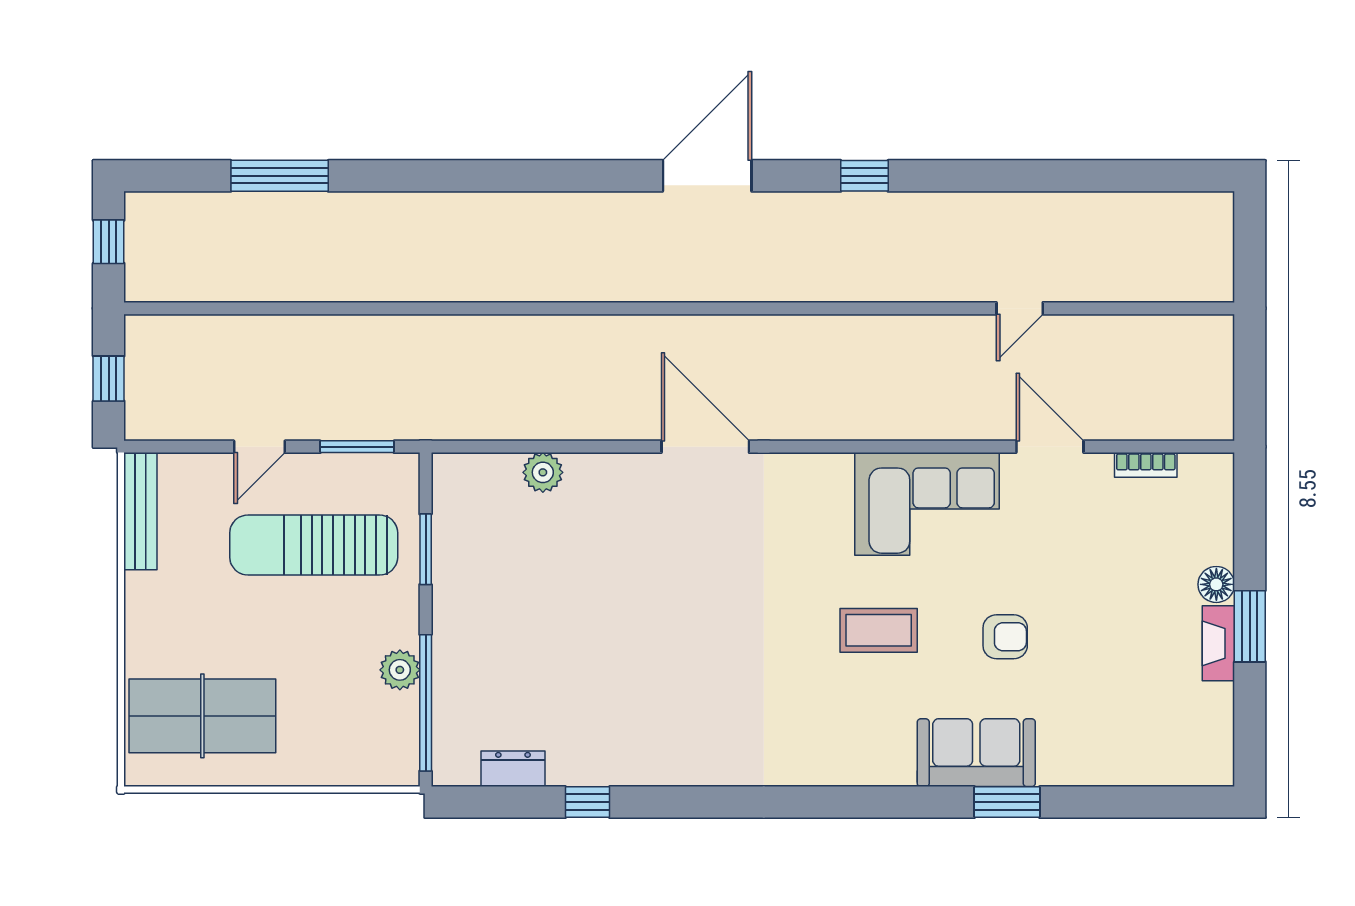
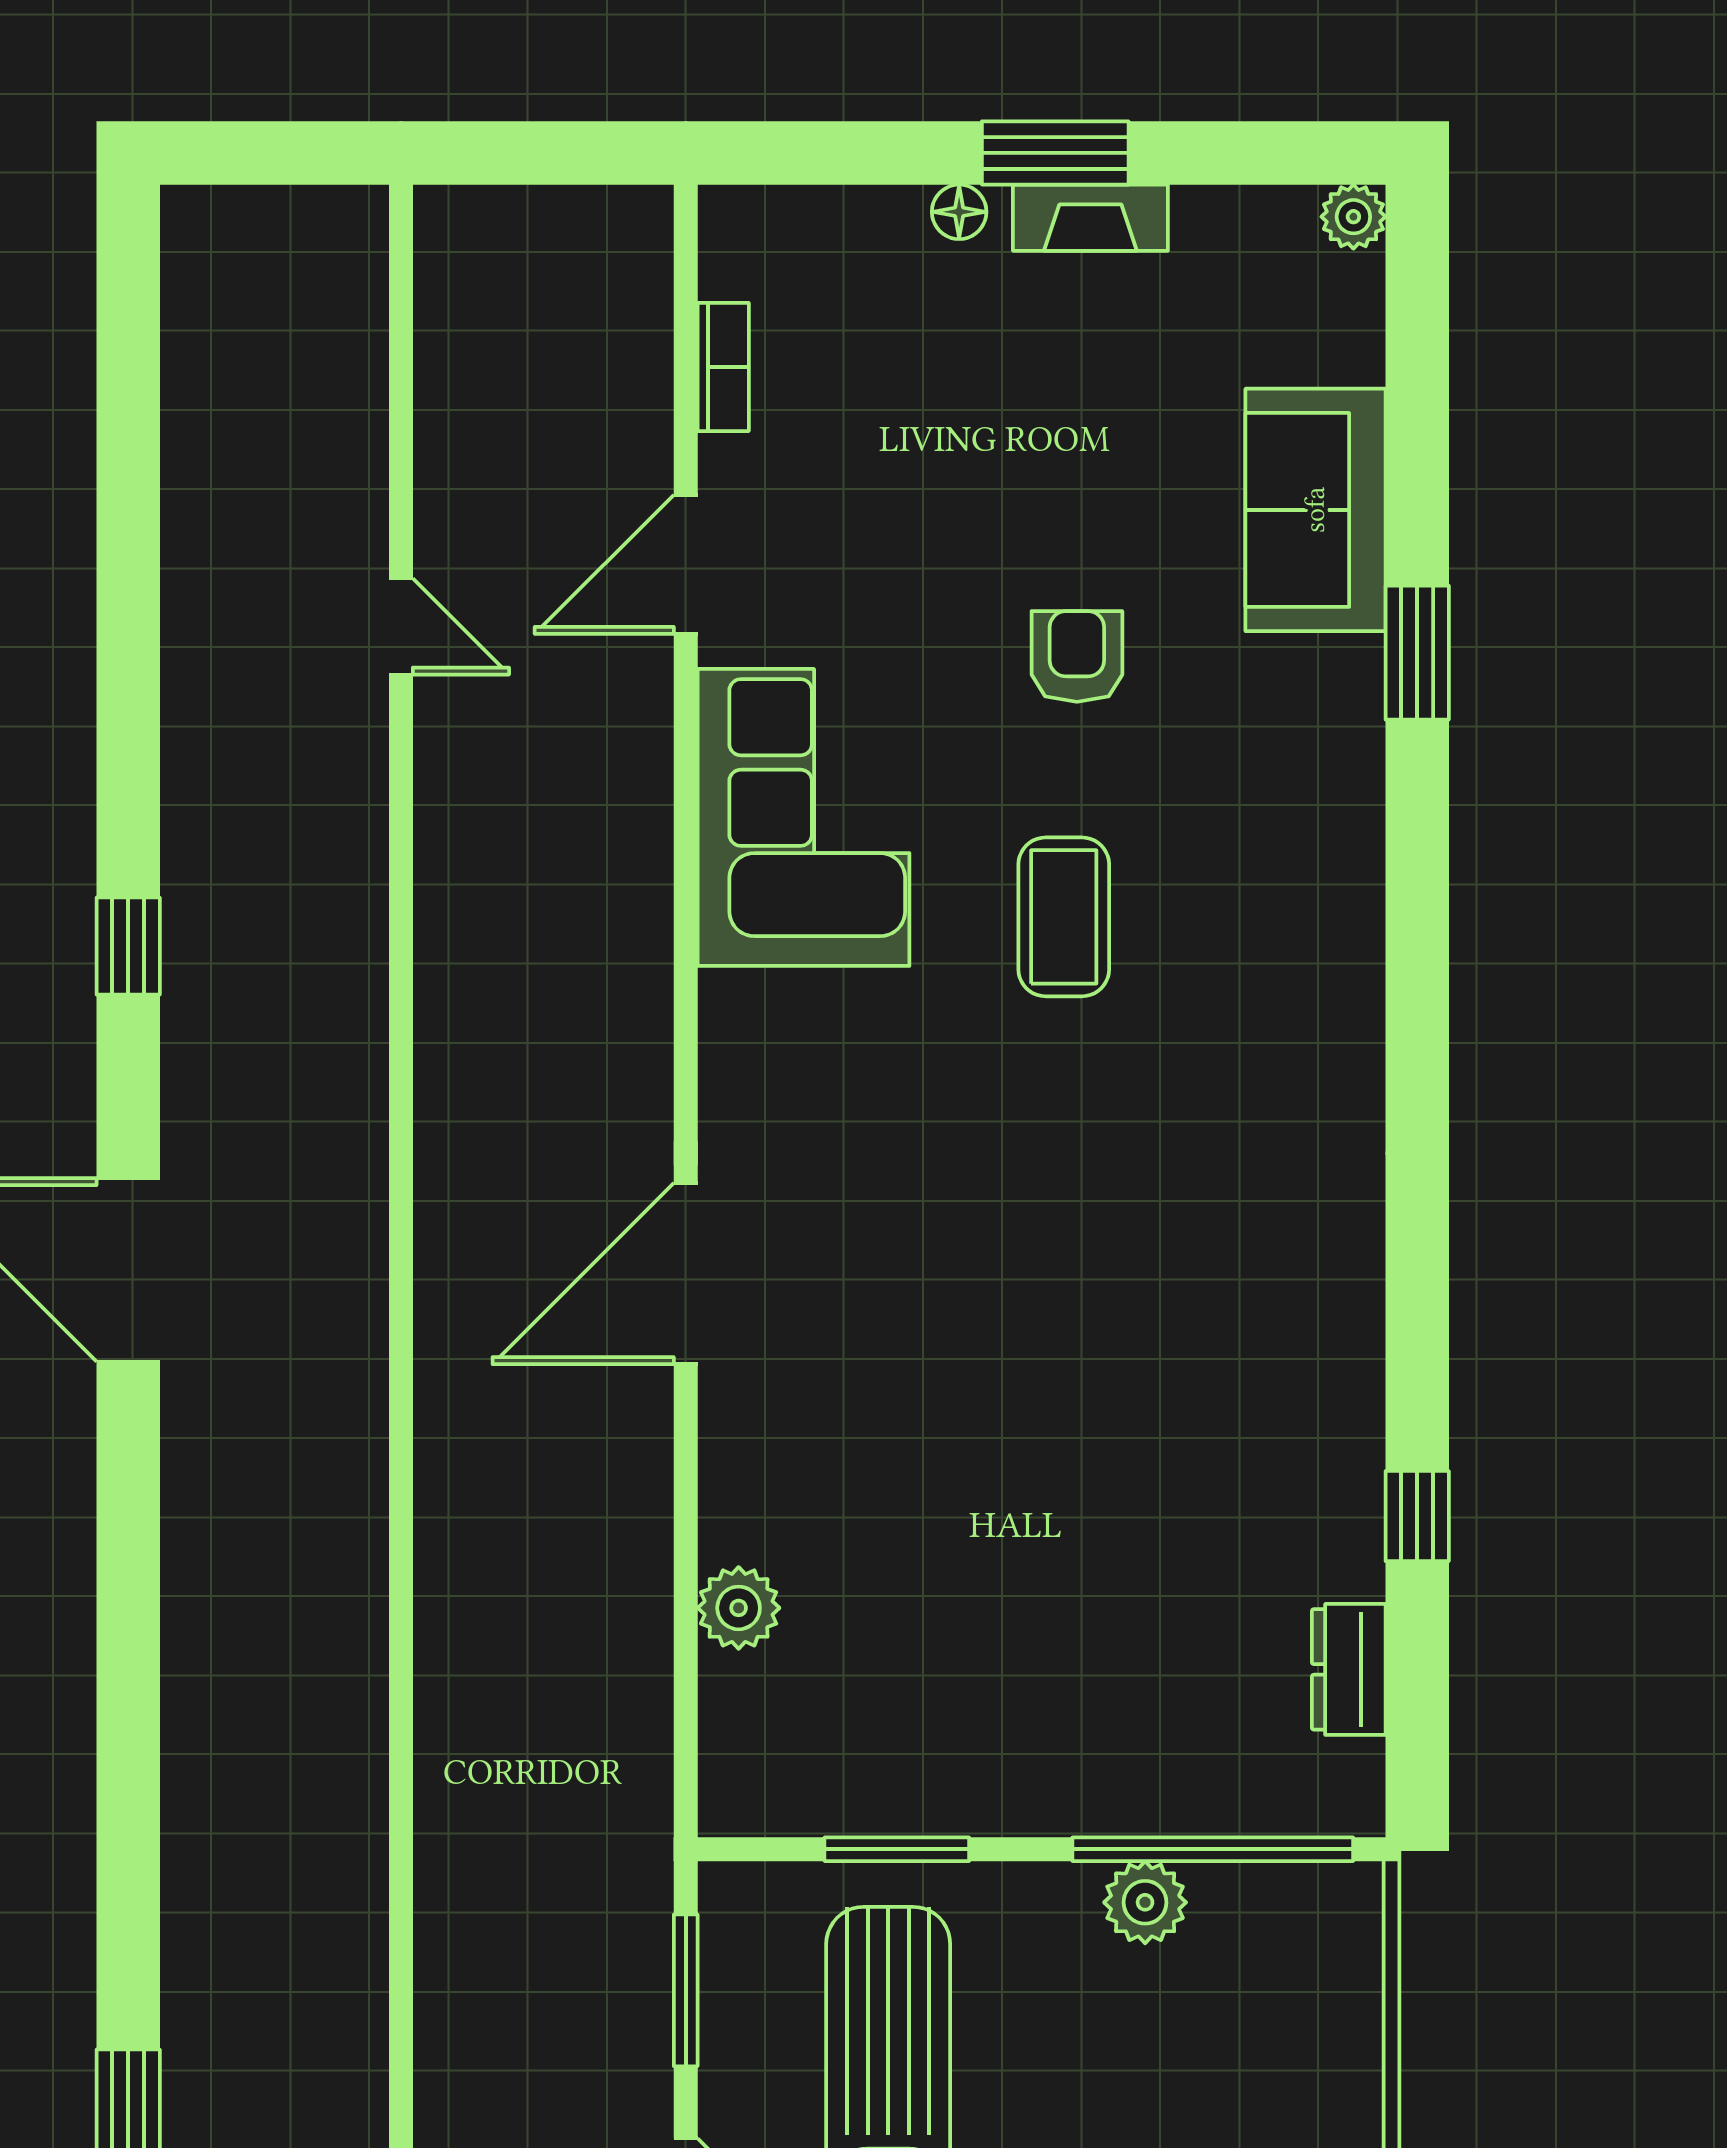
floor lamp: (1216, 584) -> (959, 212), width x0.73, depth x0.73
sofa: (976, 753) -> (1315, 510), moved
plant: (1219, 771) -> (1353, 217), added

